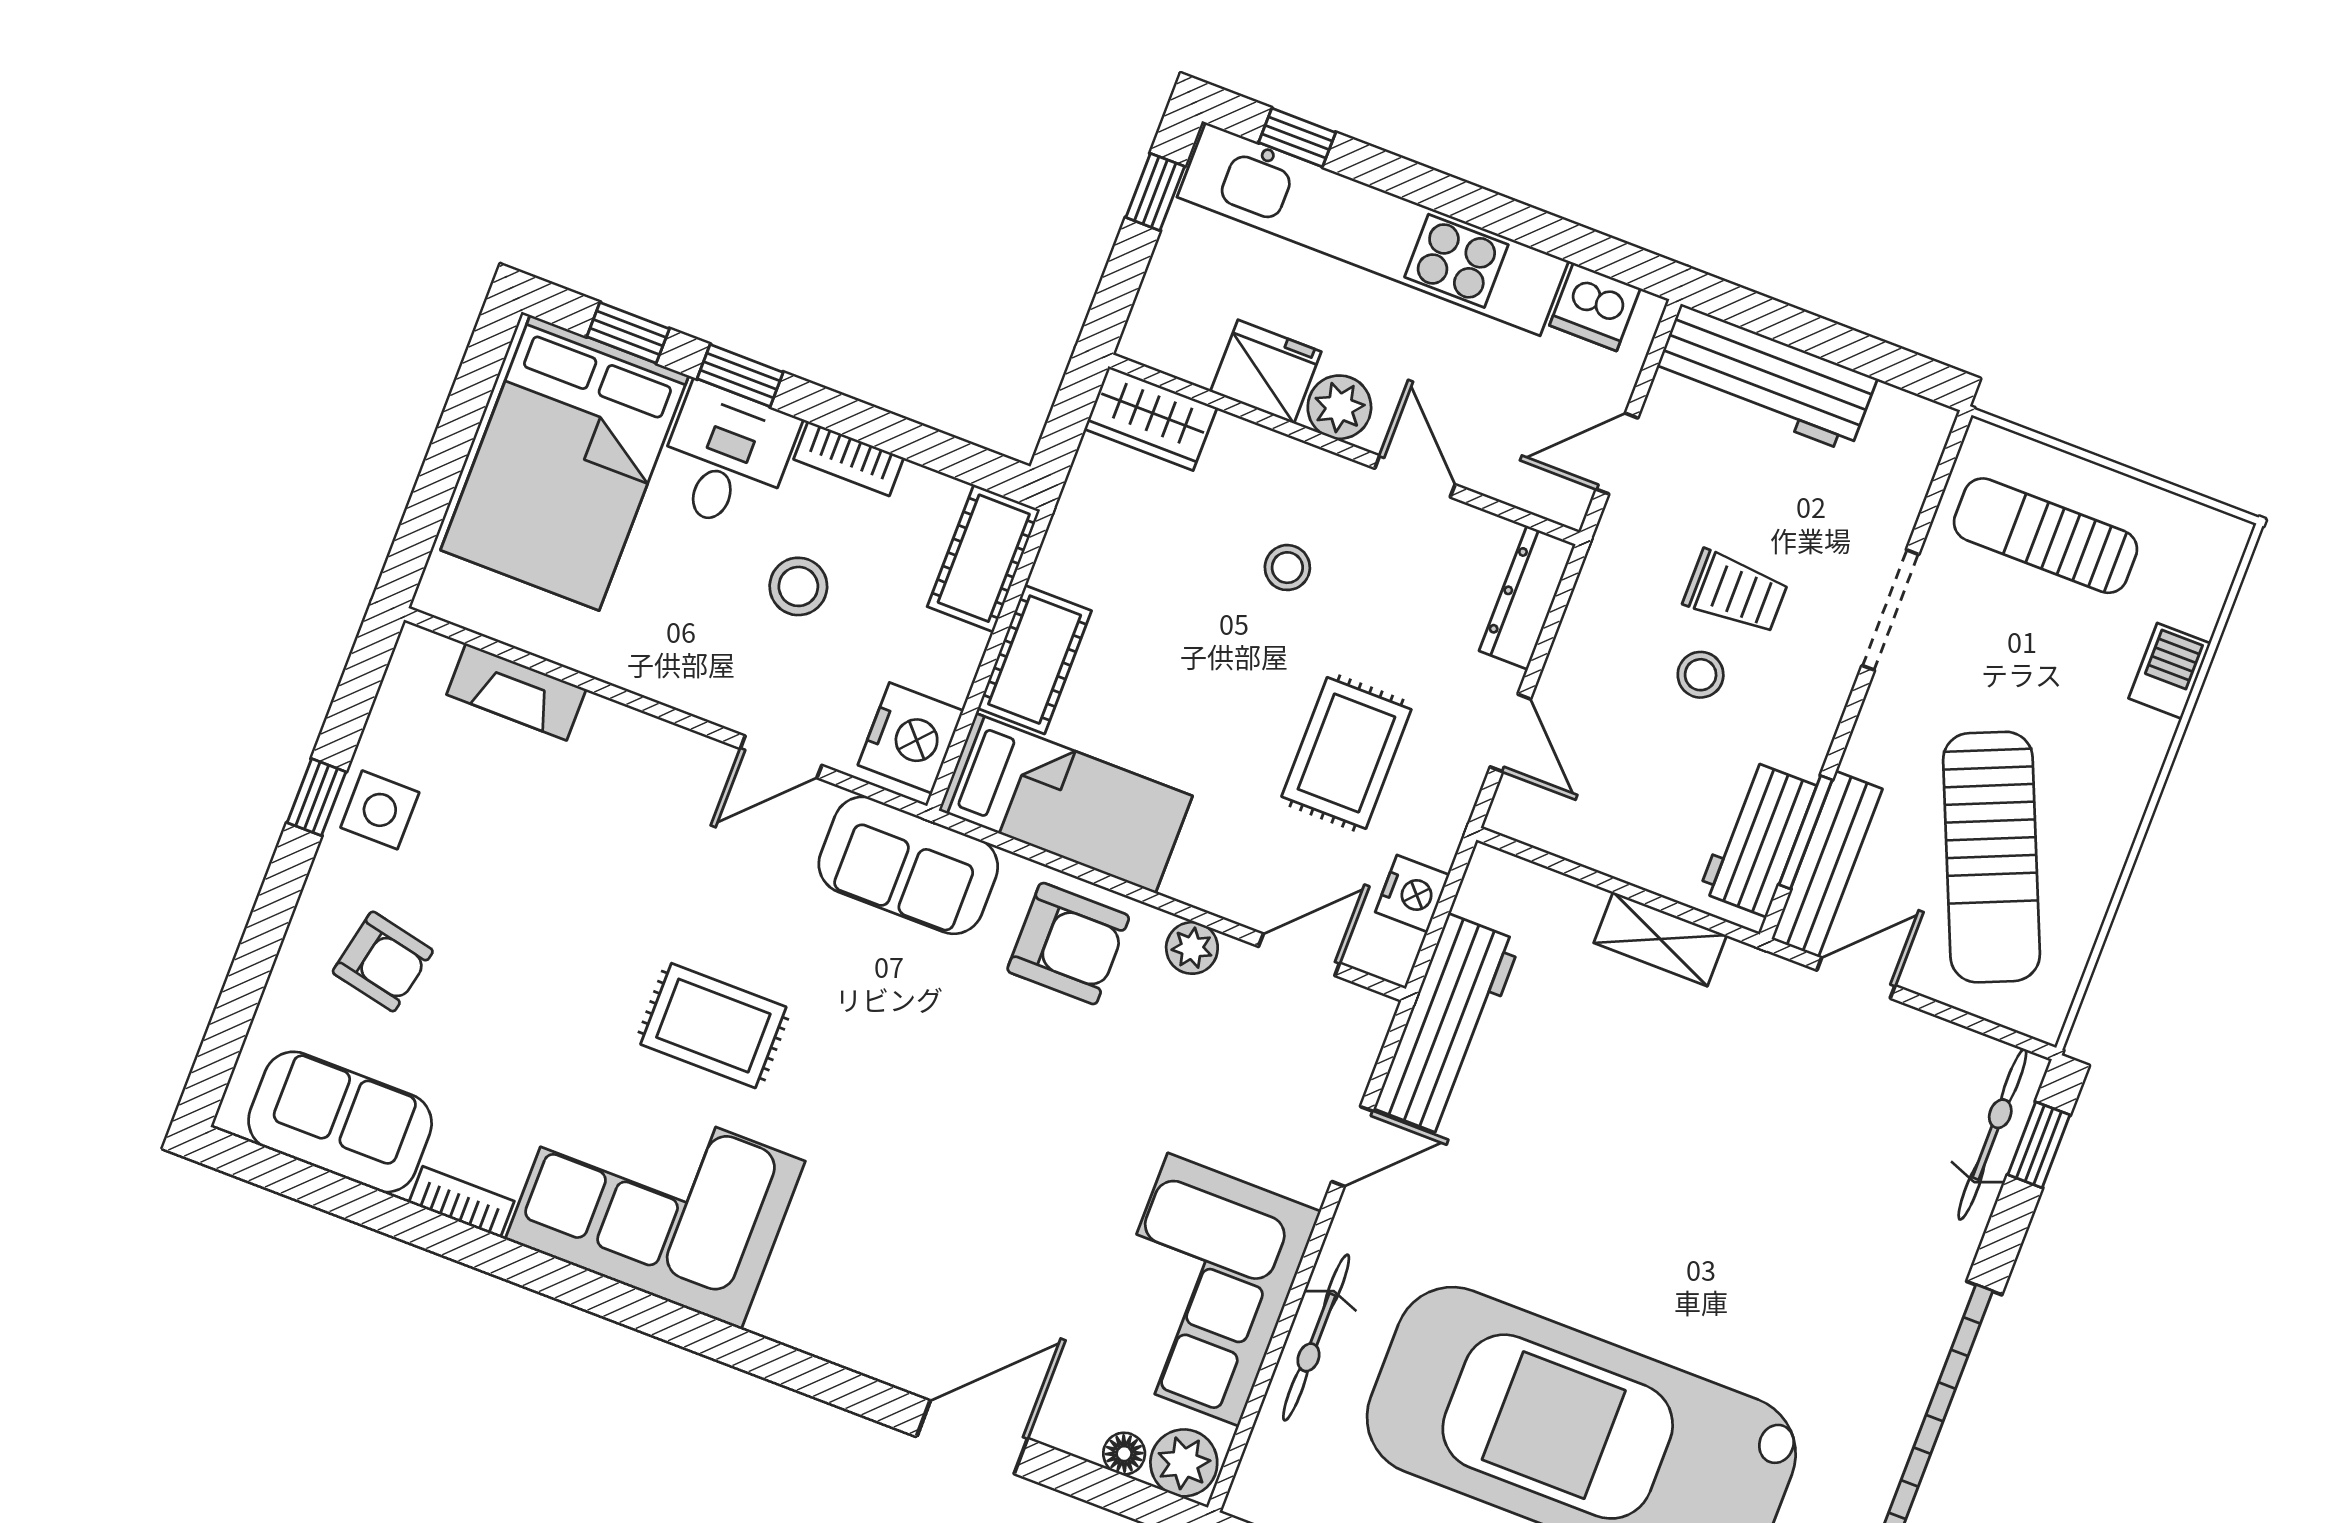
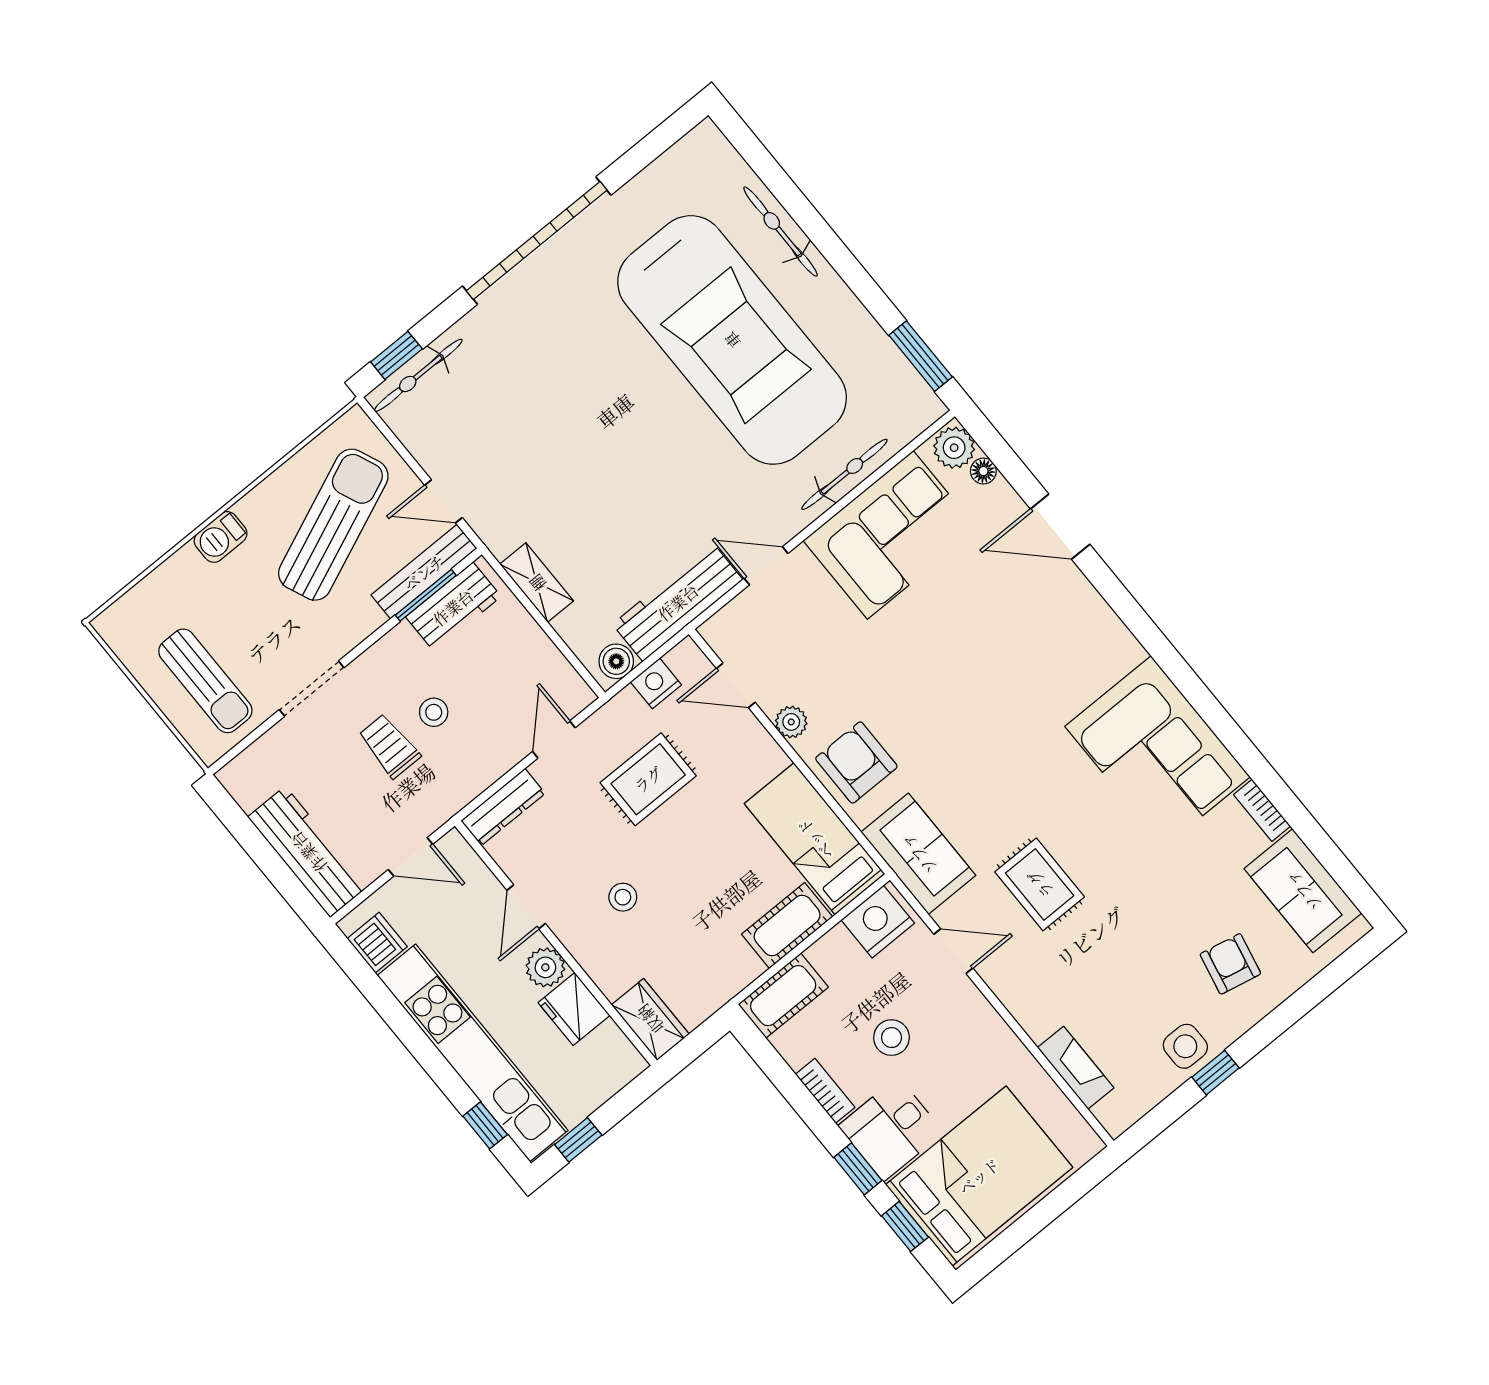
barbecue: (2170, 671) -> (221, 537), moved
boiler: (1486, 893) -> (616, 661), added
rug: (713, 1026) -> (1040, 884), moved

